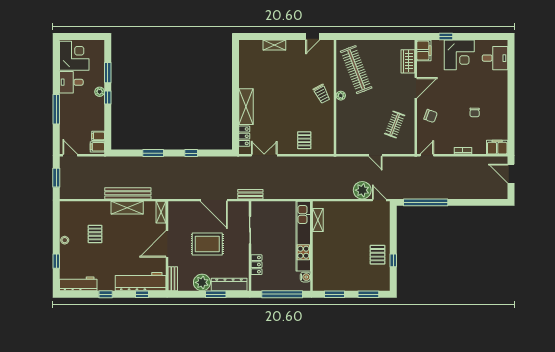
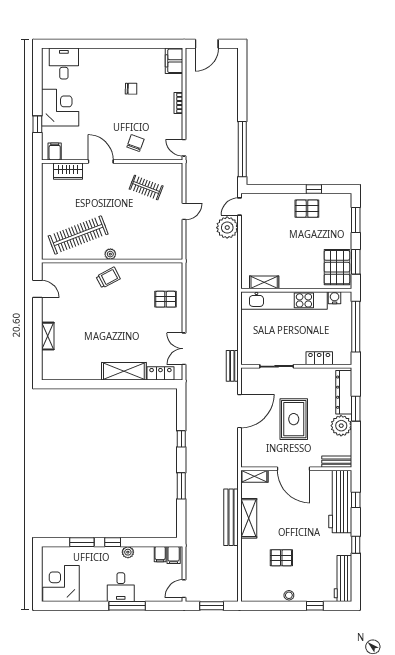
filing cabinet: (424, 51) -> (55, 151), width x0.50
desk: (71, 82) -> (121, 587), moved
plant: (100, 92) -> (128, 552), moved
pallet: (330, 279) -> (337, 267), added

